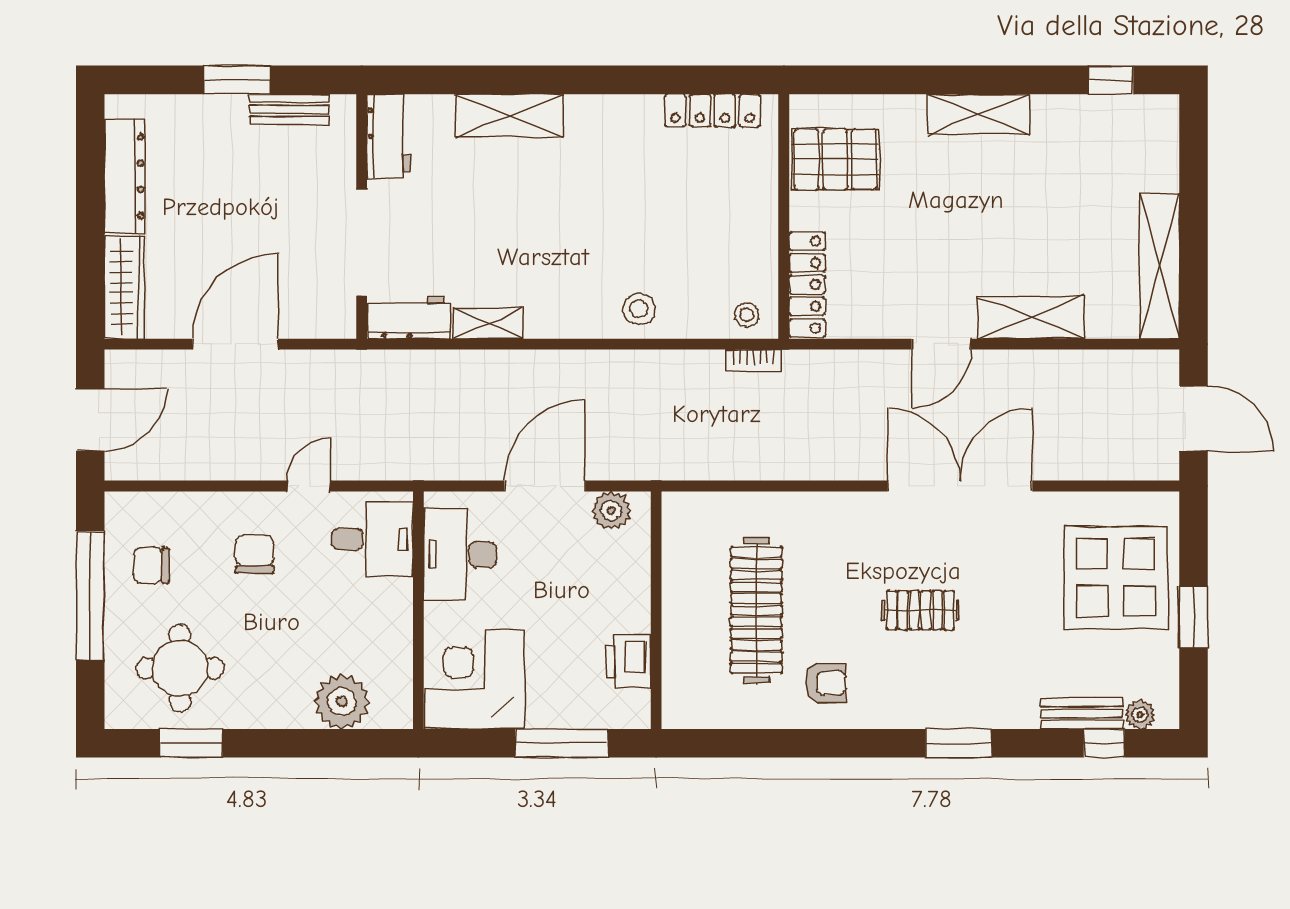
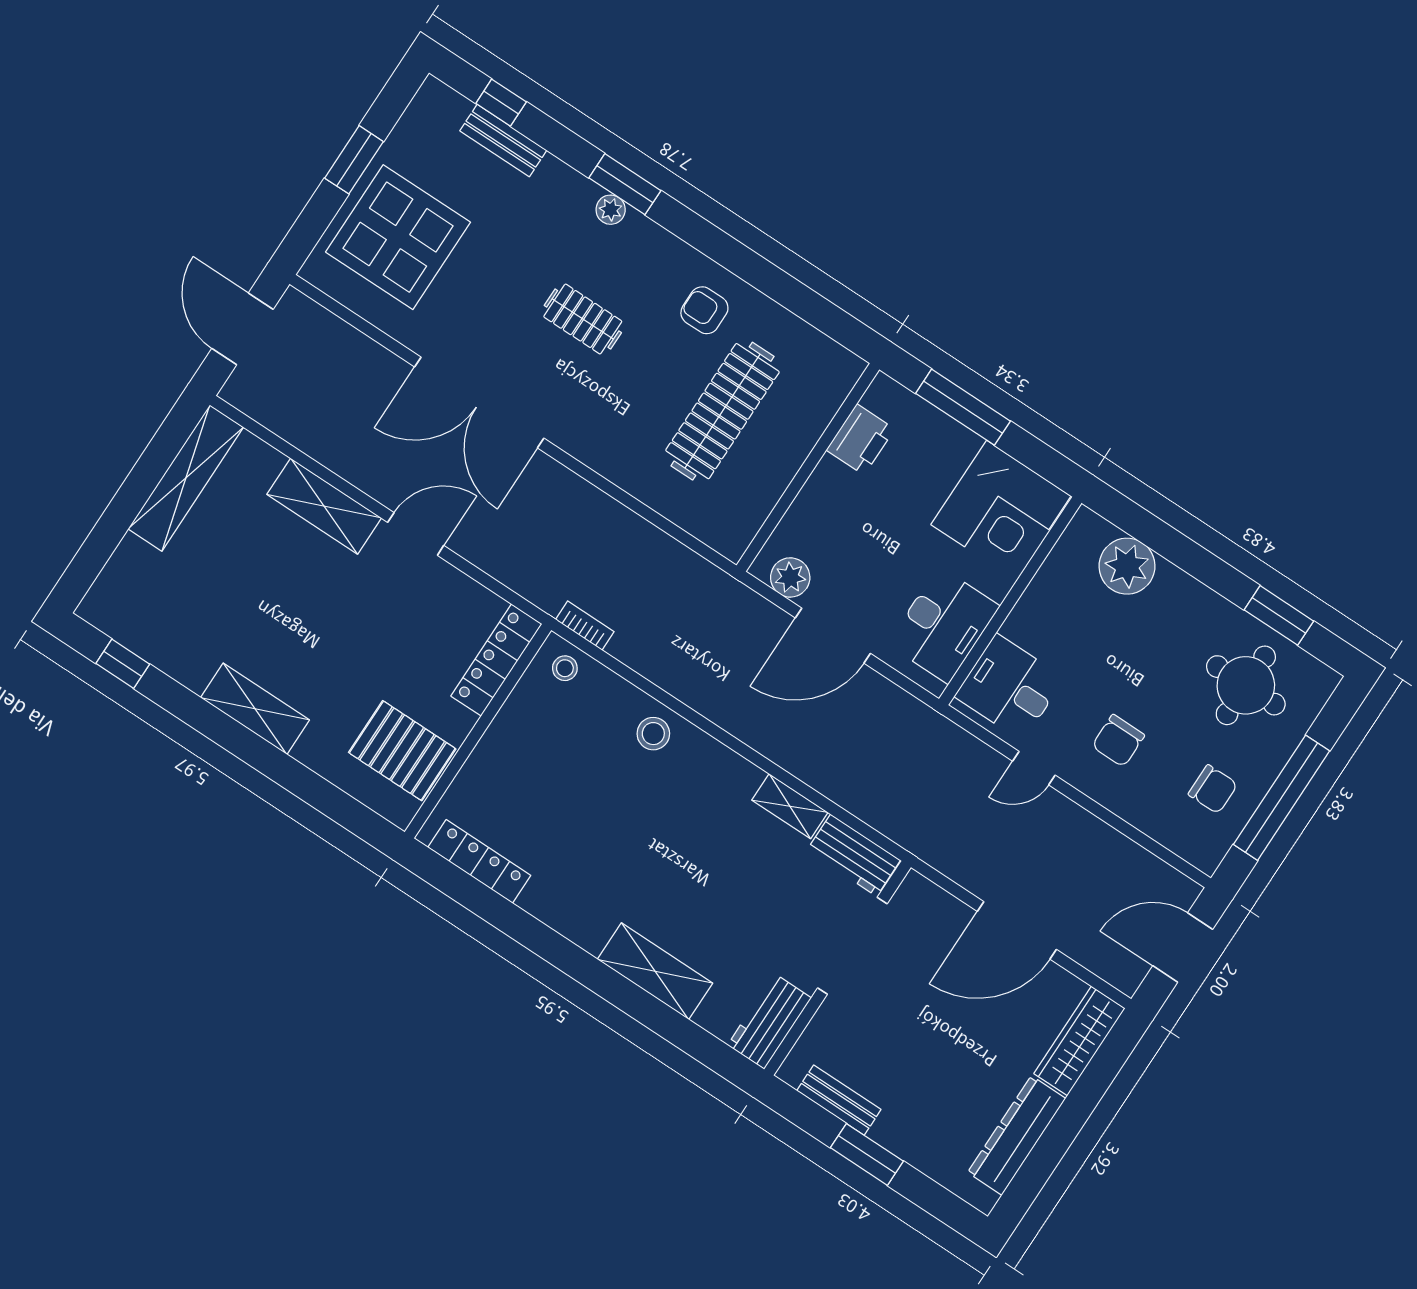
plant: (1140, 715) -> (611, 210), moved

